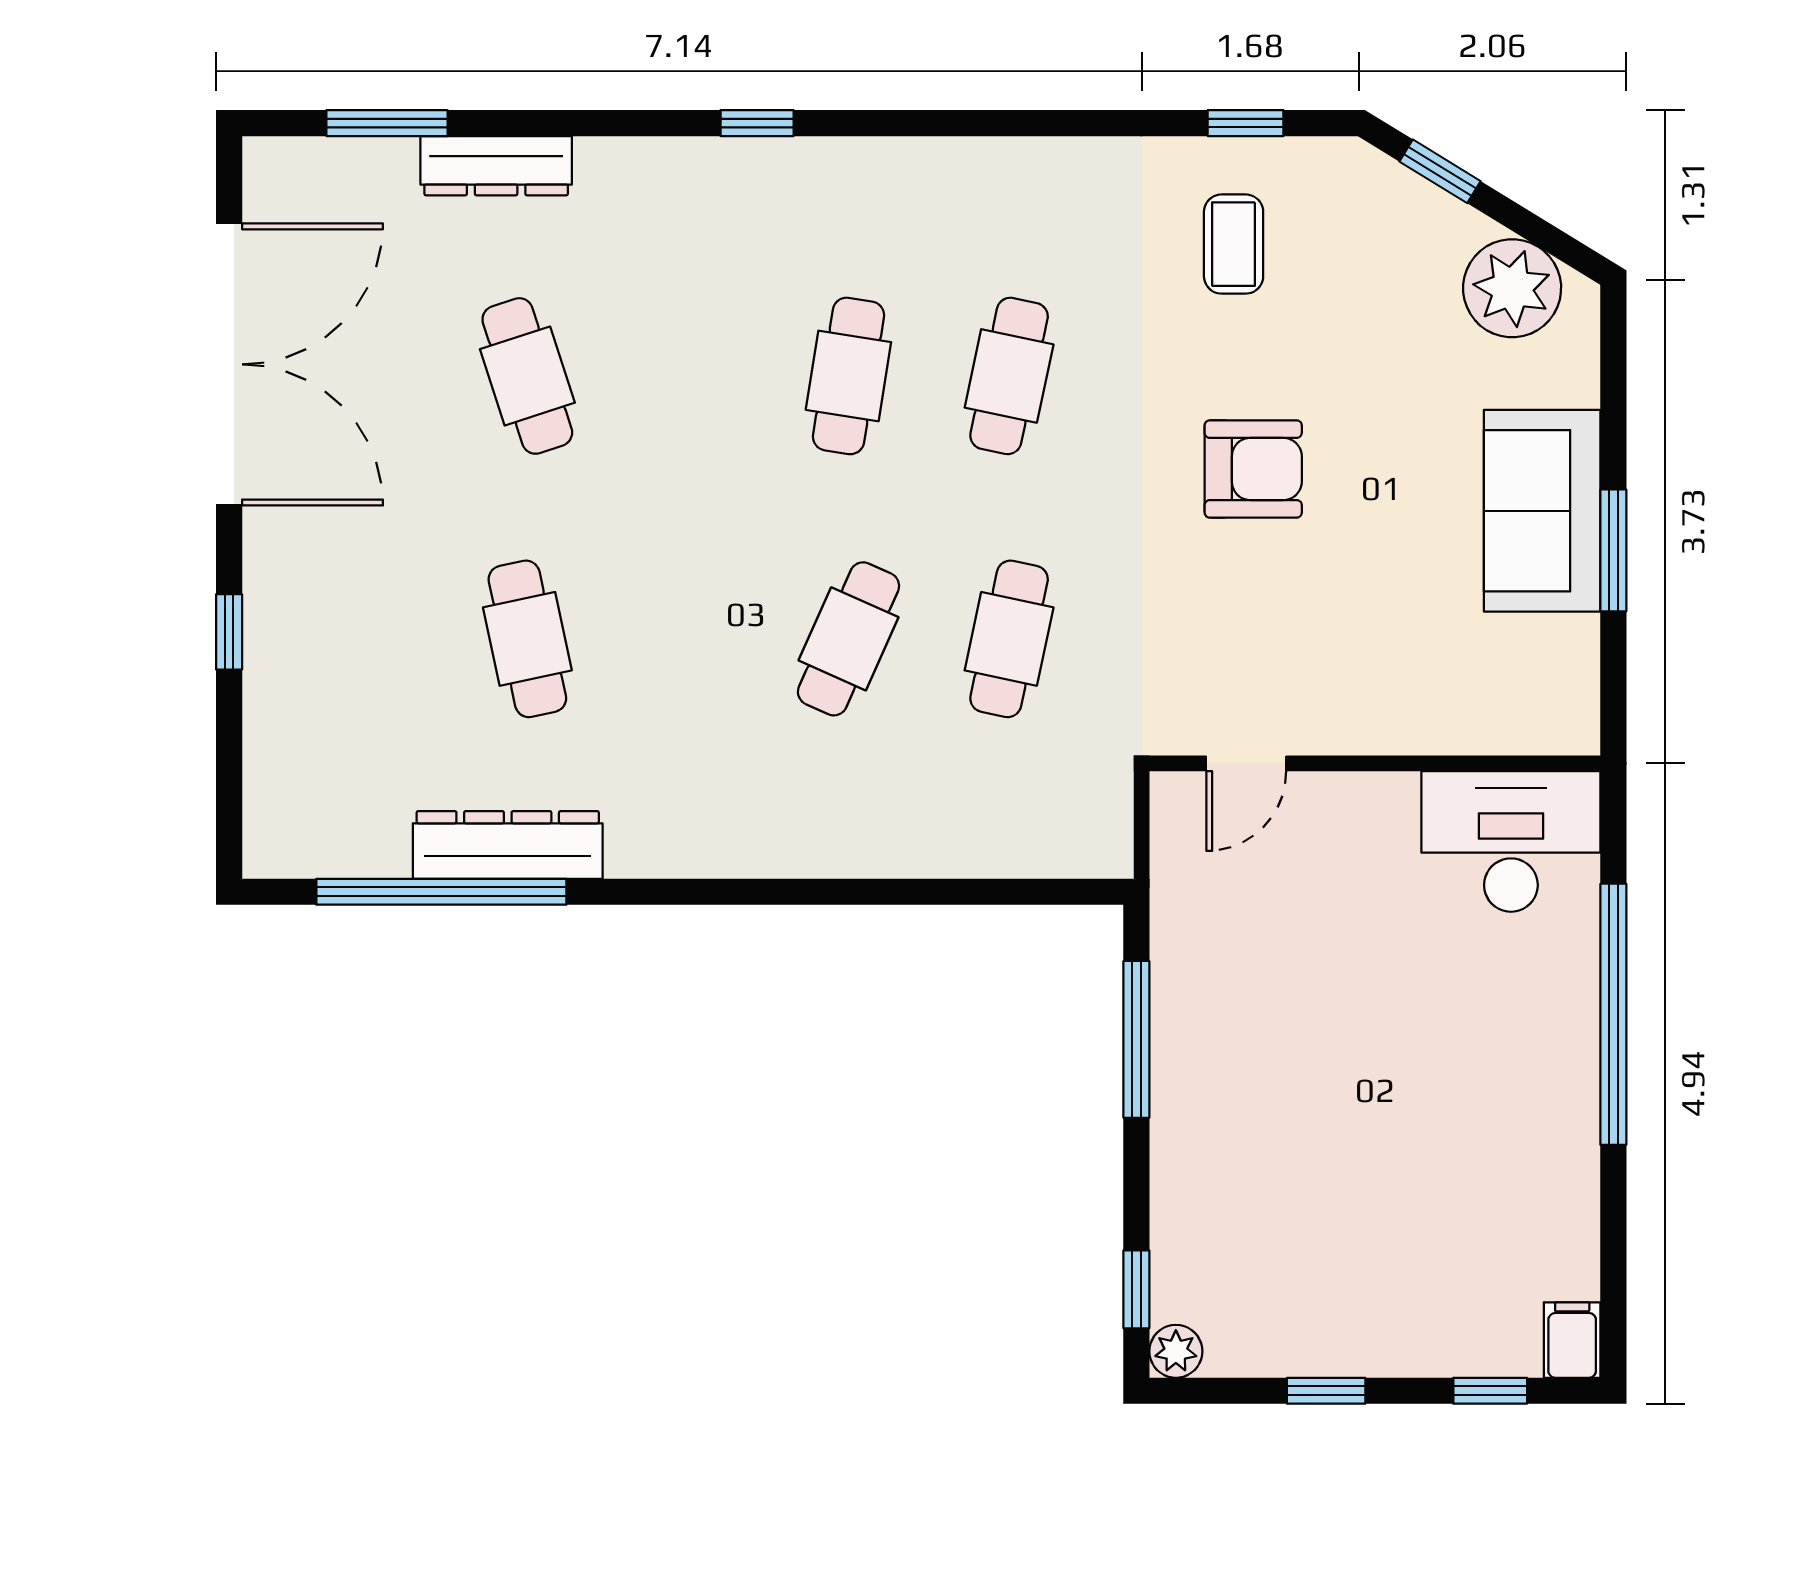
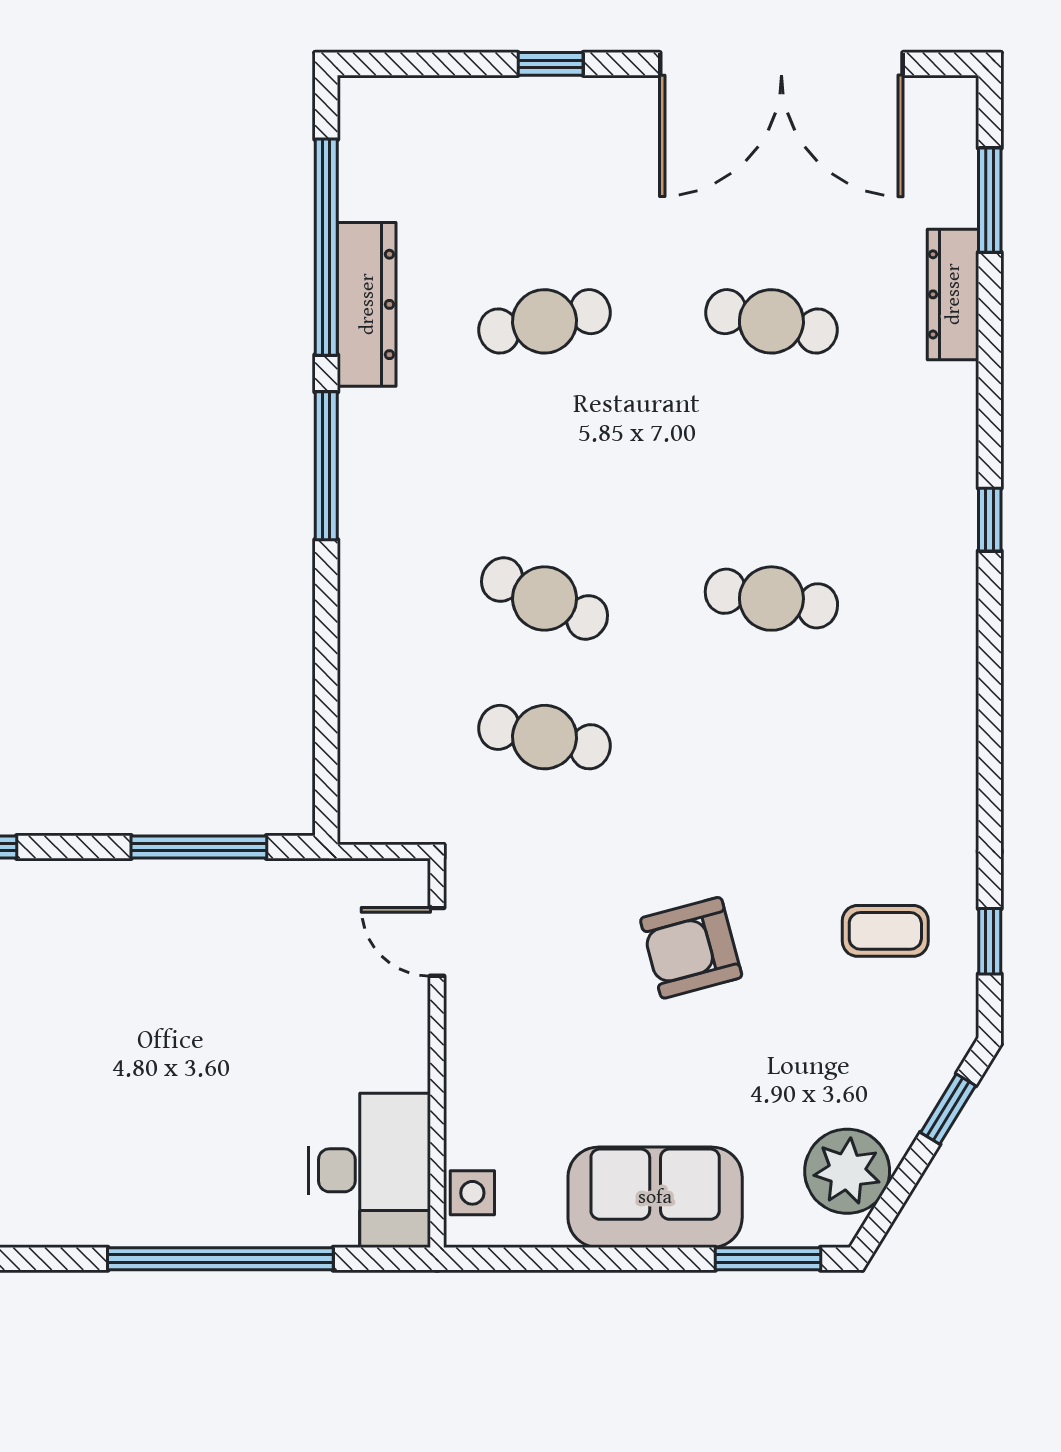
cafe table: (527, 376) -> (771, 321), turned 30
cafe table: (1009, 376) -> (771, 737), removed
armchair: (1253, 469) -> (691, 948), turned 75
window: (1613, 550) -> (768, 1259), moved
side table: (1537, 722) -> (472, 1193), added
window: (695, 892) -> (326, 466), added

